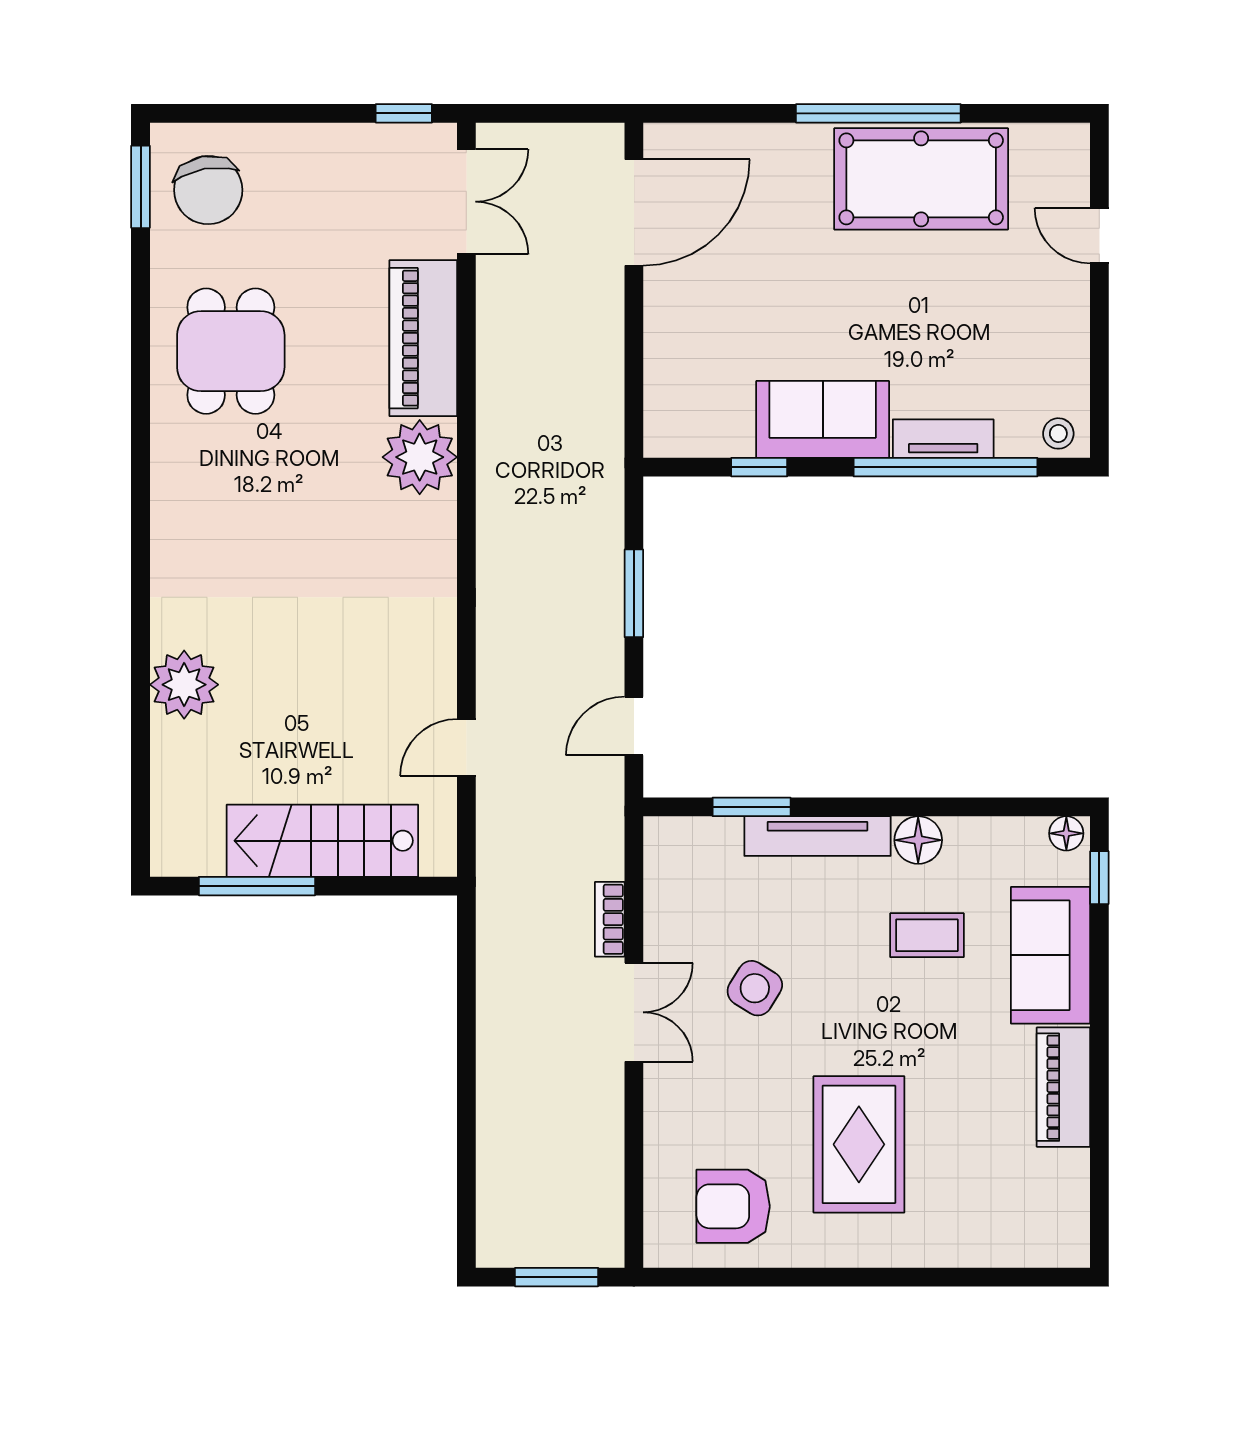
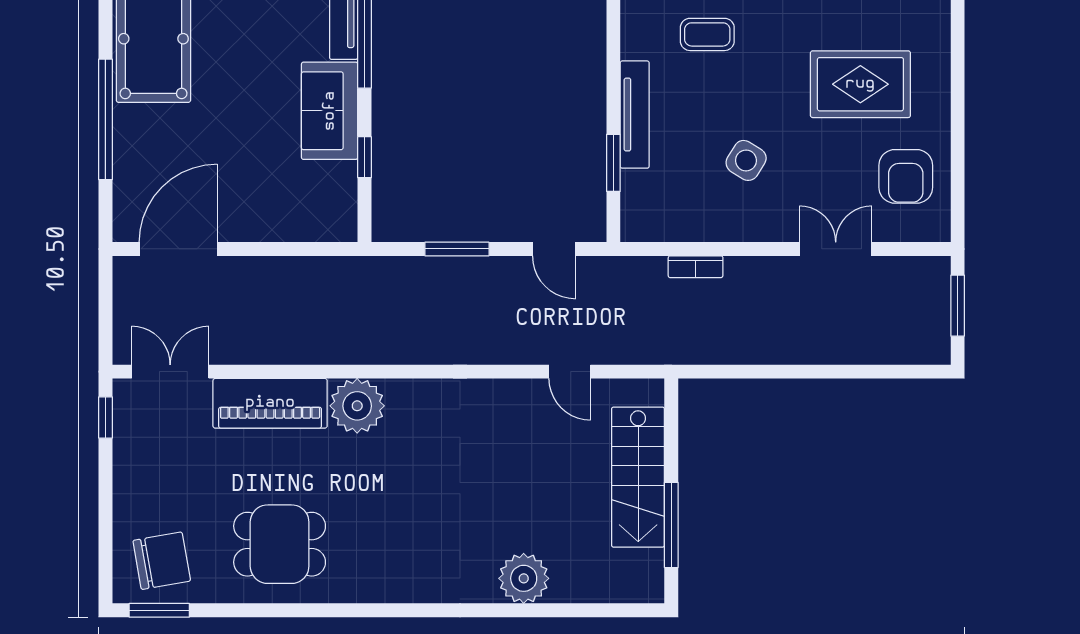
window: (878, 113) -> (105, 119), moved
door: (634, 212) -> (178, 249), hinge flipped
floor lamp: (918, 840) -> (638, 41), removed
coffee table: (927, 935) -> (707, 34), turned 90
double door: (634, 1012) -> (836, 249), moved

